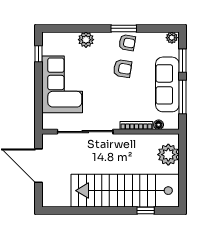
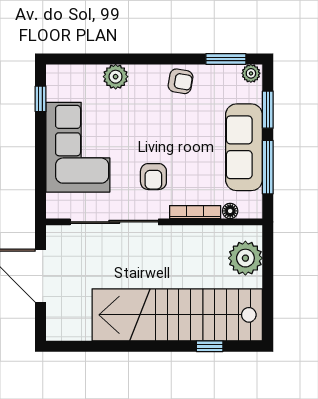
window: (124, 28) -> (226, 59), moved
armchair: (123, 68) -> (153, 177), moved, turned 81

